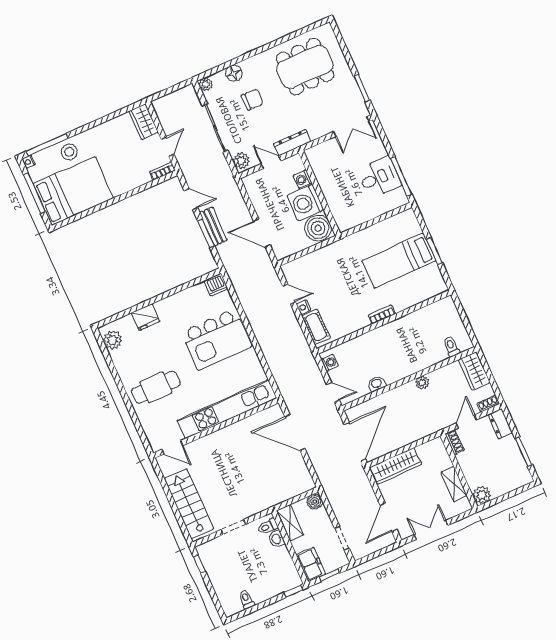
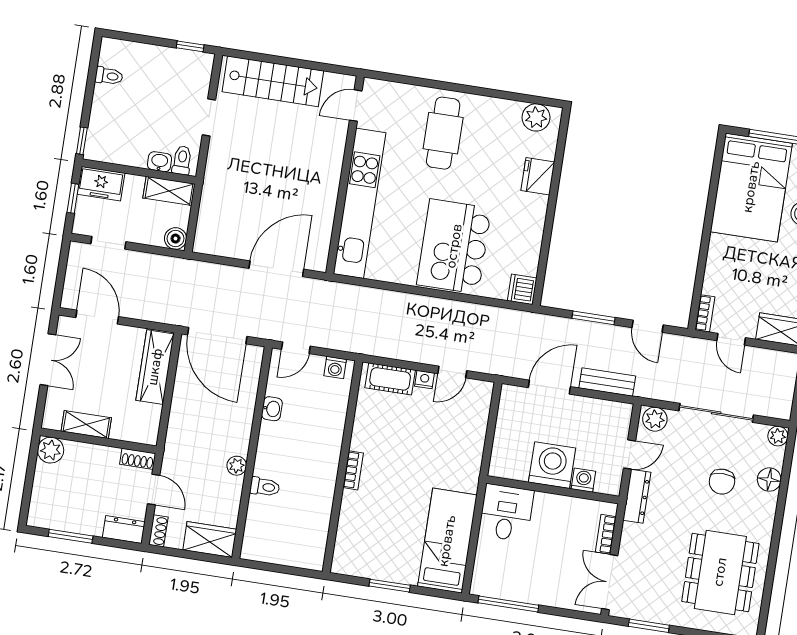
bookcase: (325, 146) -> (606, 534), added
desk: (379, 177) -> (506, 513), moved, turned 180
door: (191, 199) -> (648, 326), hinge flipped
bench: (213, 226) -> (607, 382), moved
boiler: (318, 228) -> (511, 460), removed
bed: (399, 261) -> (447, 541), moved
toilet: (451, 347) -> (265, 487), moved

